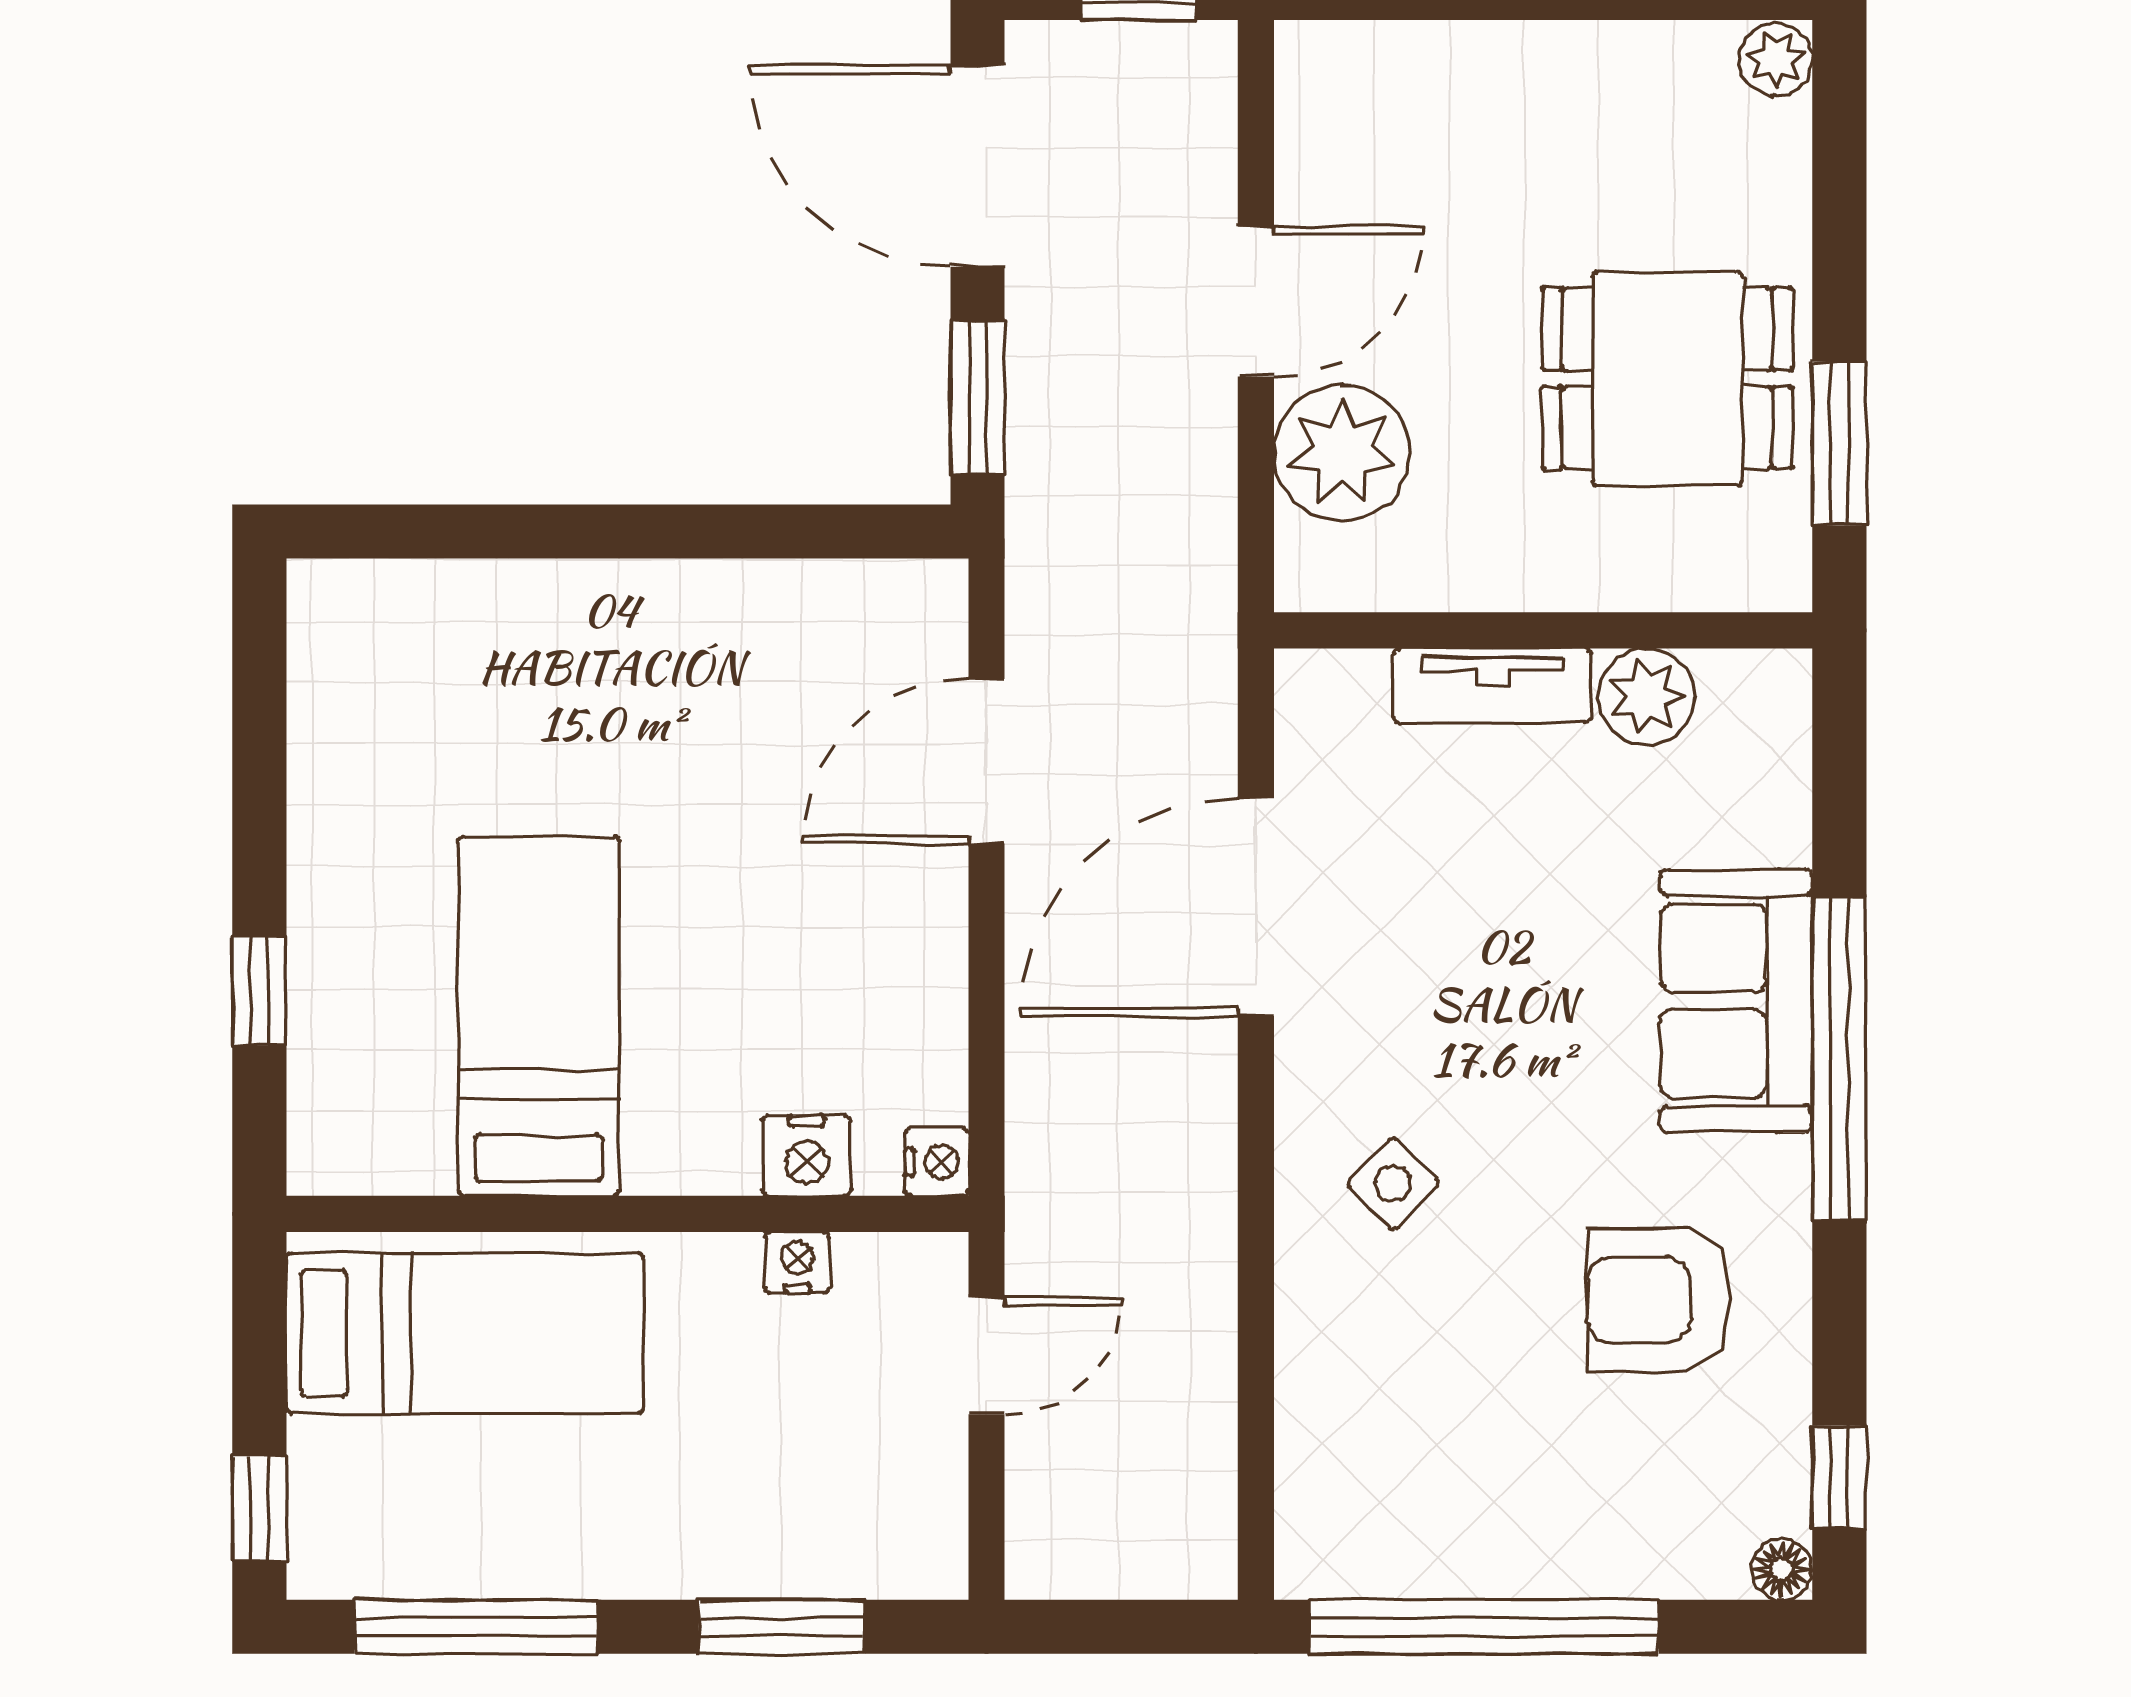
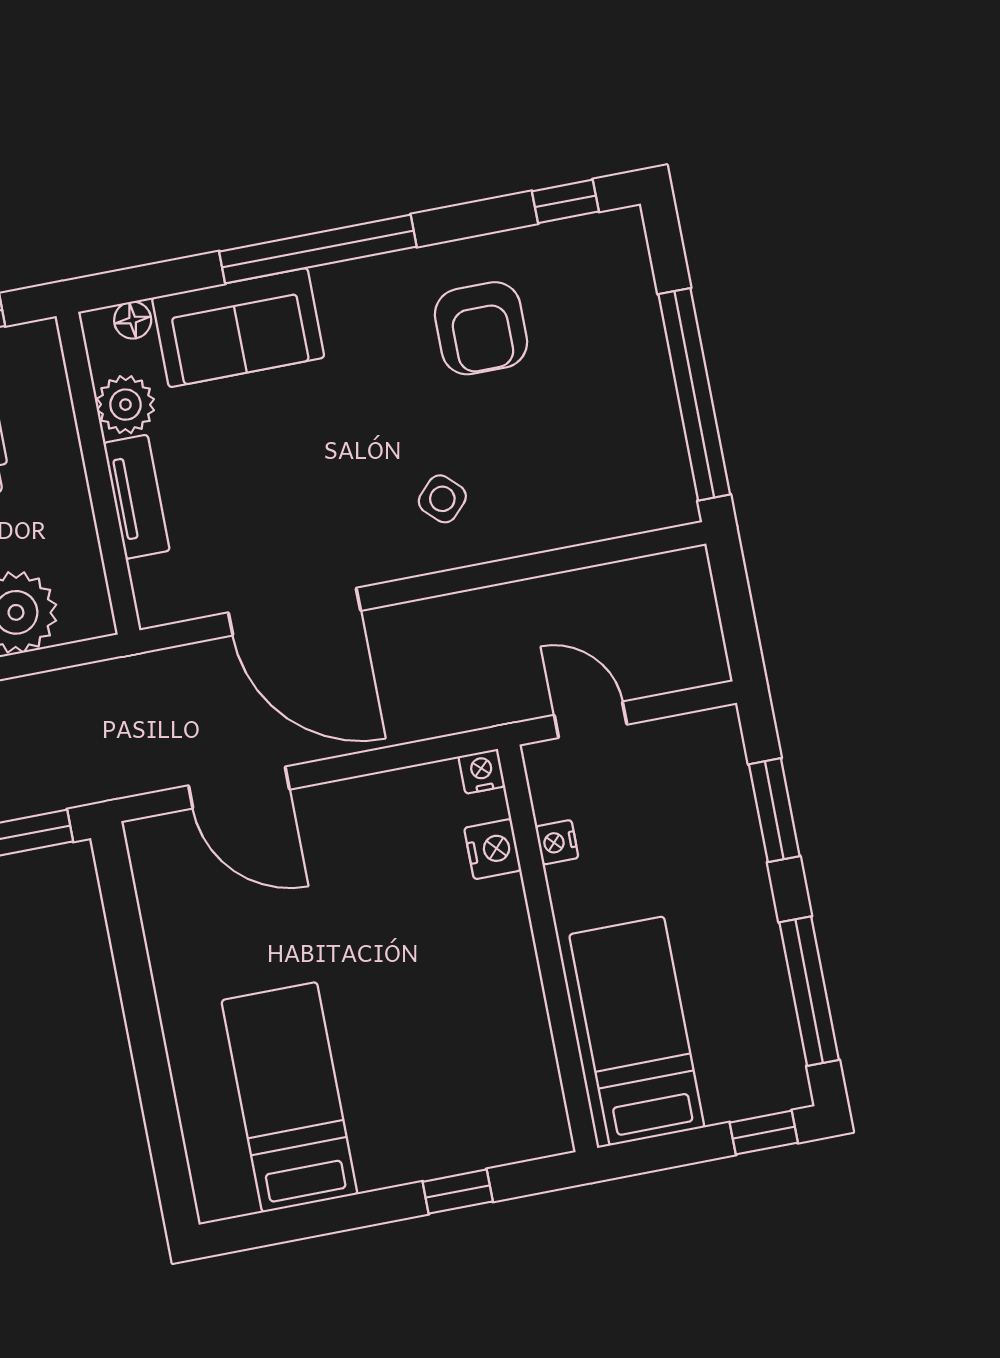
sofa: (1736, 1001) -> (238, 328), moved
bed: (539, 1016) -> (289, 1097), moved, turned 90
floor lamp: (1782, 1569) -> (133, 320), moved

